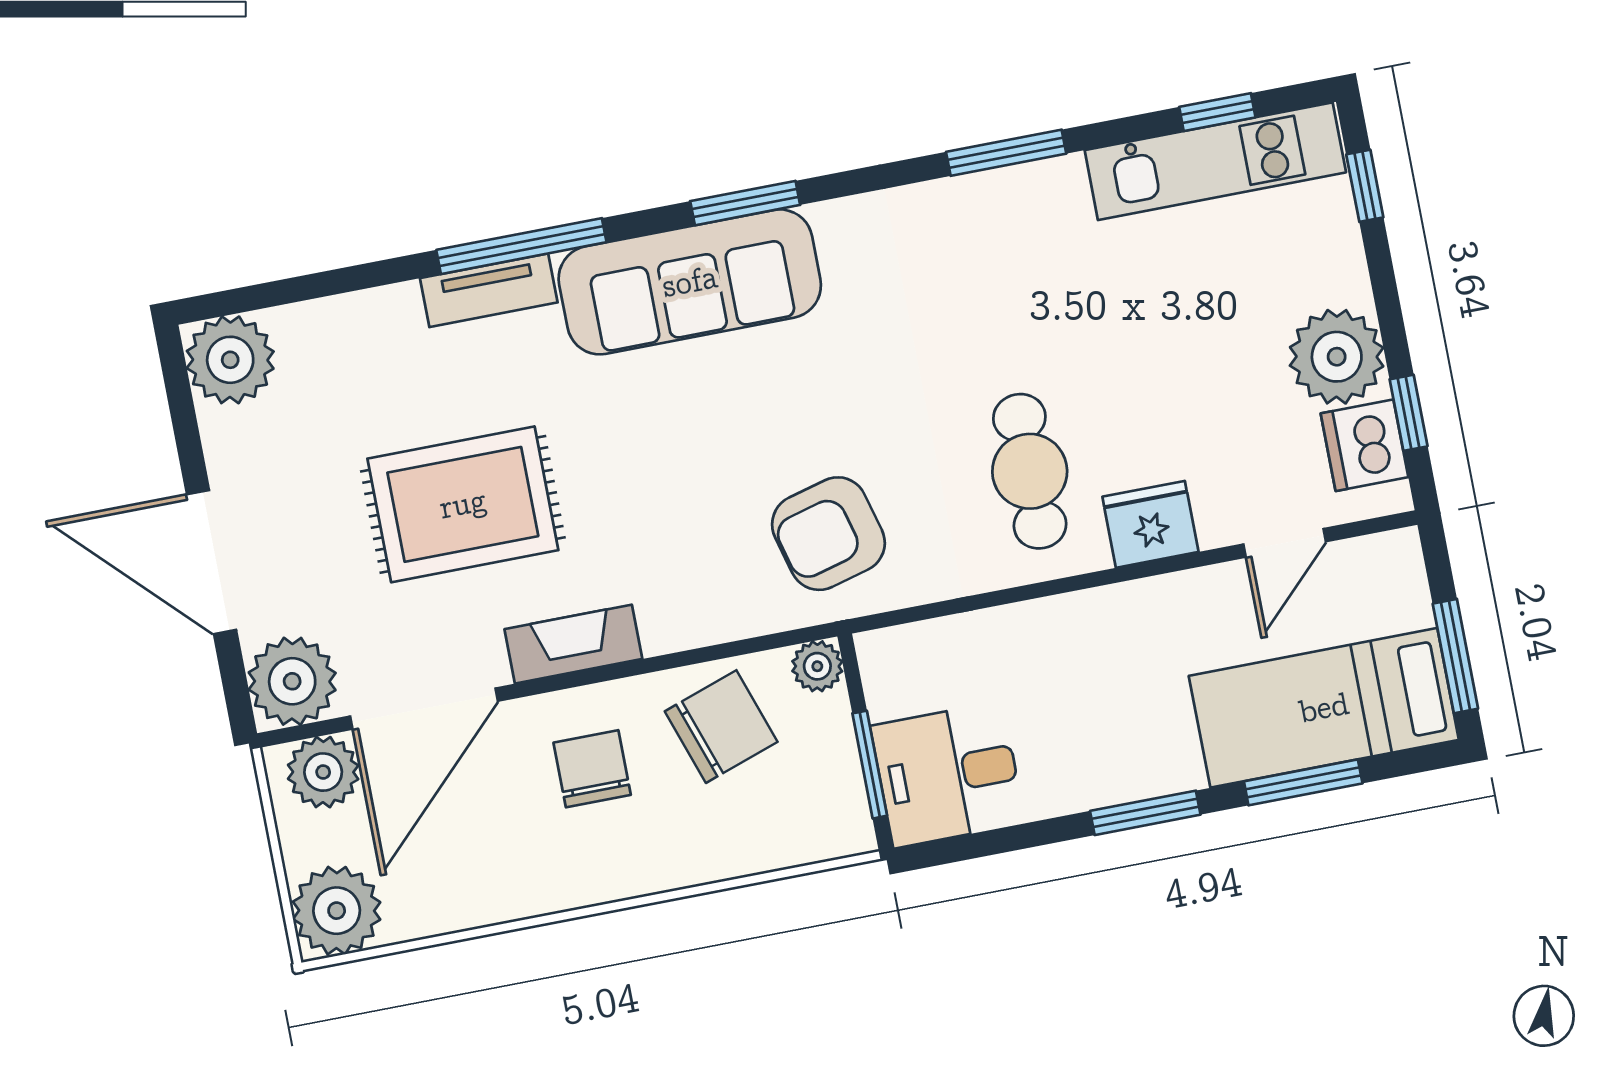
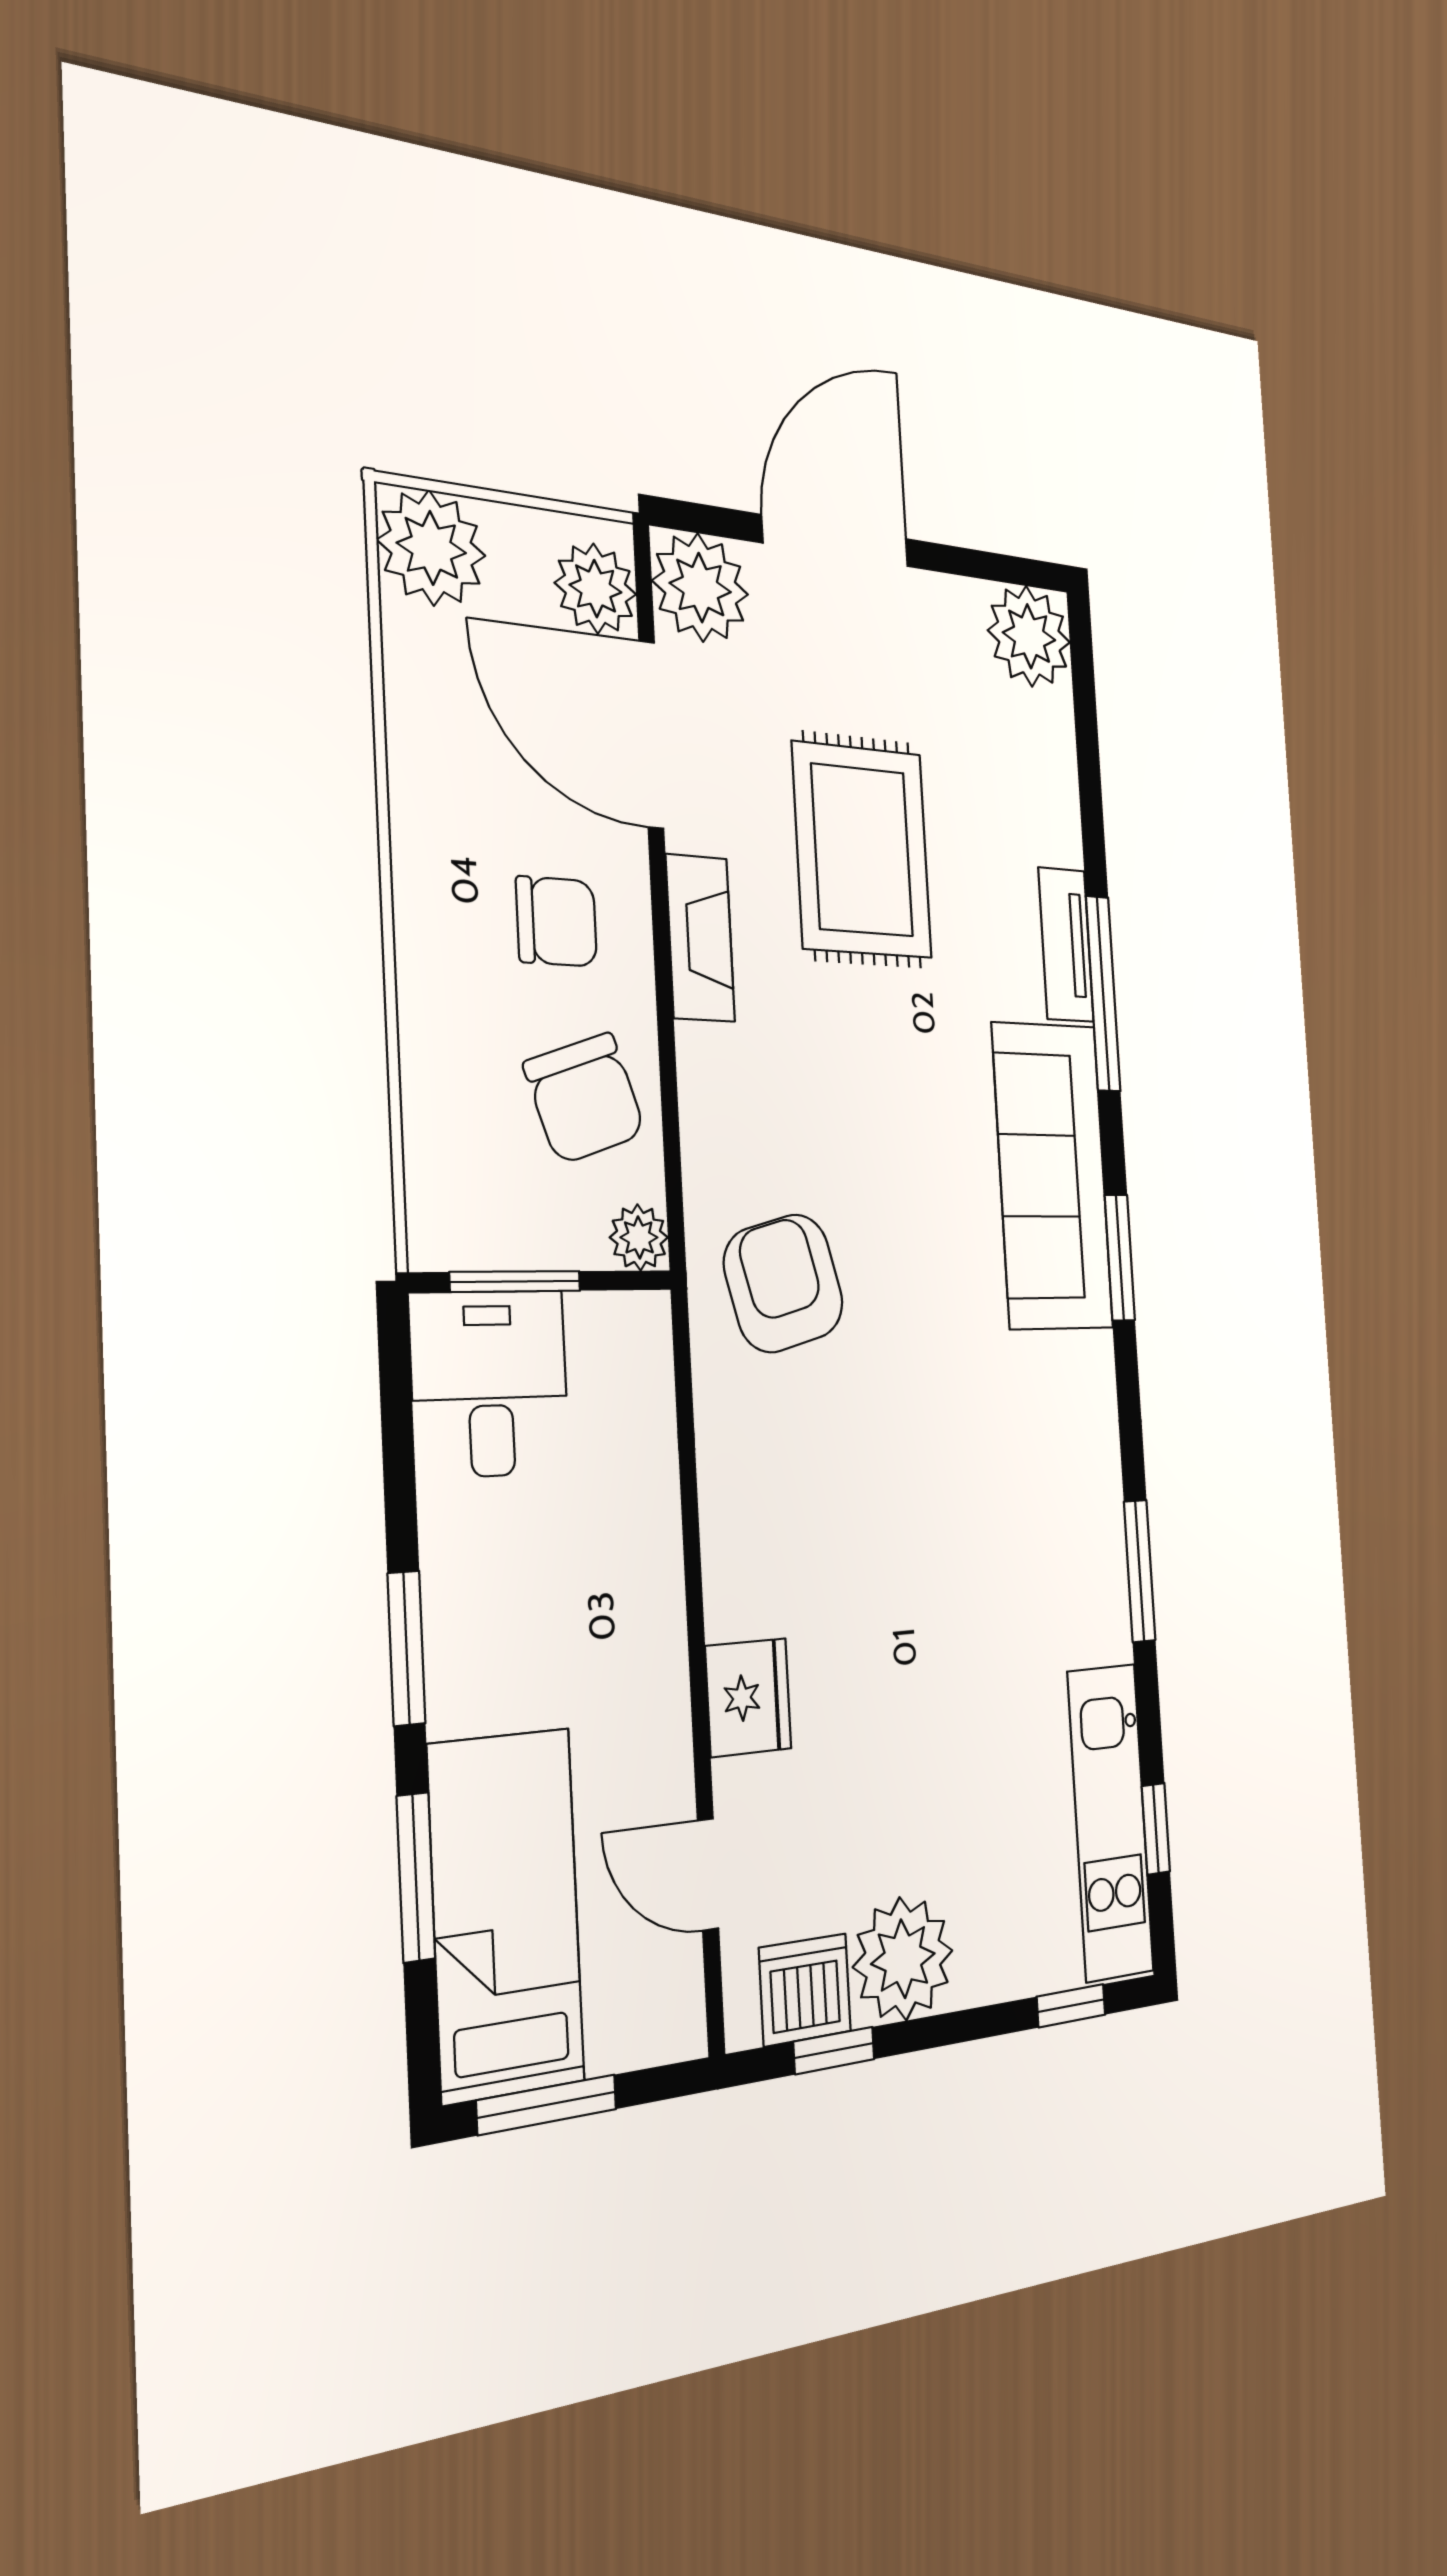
cafe table: (1030, 471) -> (823, 1549), removed

